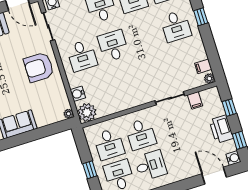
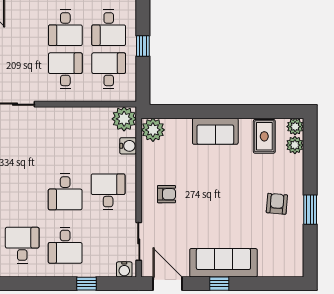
armchair: (39, 67) -> (167, 194), width x0.53, depth x0.53
plant: (69, 114) -> (153, 130), width x1.87, depth x1.87
desk: (151, 165) -> (65, 28), turned -90

